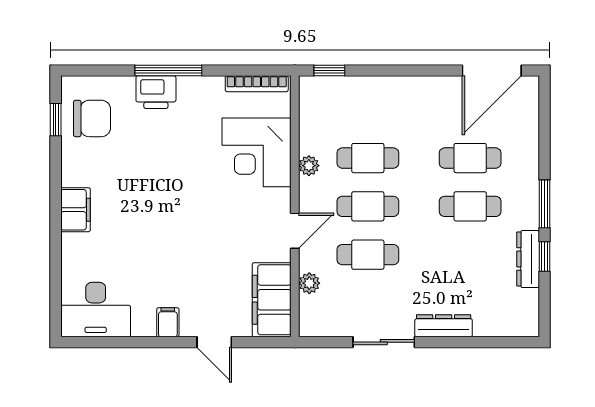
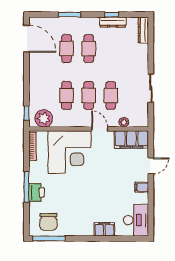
chair: (92, 118) -> (48, 222), turned 180
window: (56, 120) -> (49, 238), width x2.17
corner desk: (257, 152) -> (70, 152), width x1.36, depth x1.36
plant: (309, 166) -> (44, 118), moved, width x1.87, depth x1.87
window: (544, 204) -> (69, 15), moved
filing cabinet: (76, 210) -> (104, 229), moved
dresser: (444, 326) -> (143, 30), moved

